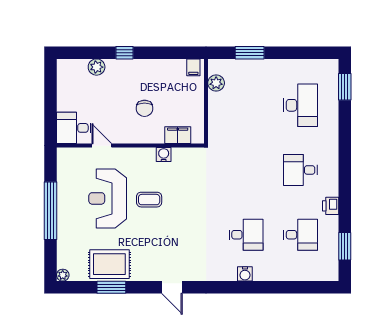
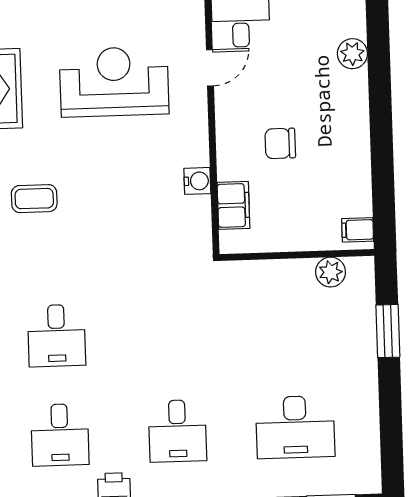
window: (124, 53) -> (380, 104), removed
desk: (301, 170) -> (177, 431), turned 180
coffee table: (149, 200) -> (34, 199), moved, turned 90

